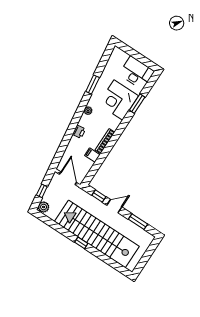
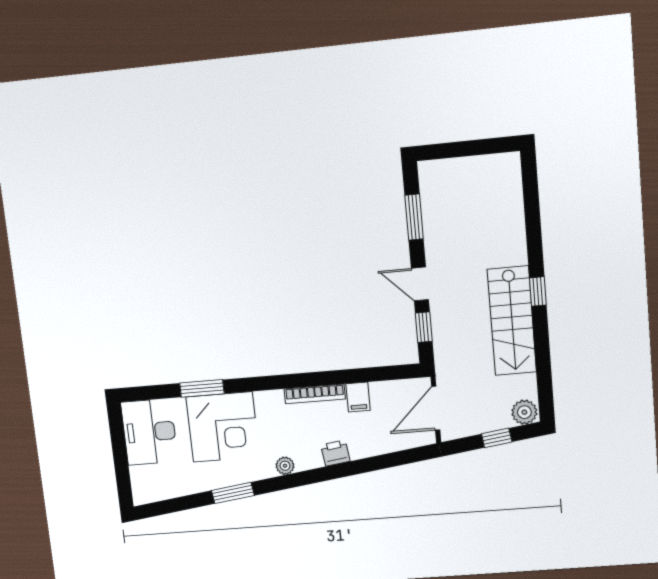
stairs: (97, 234) -> (512, 321), width x0.54, depth x0.66

